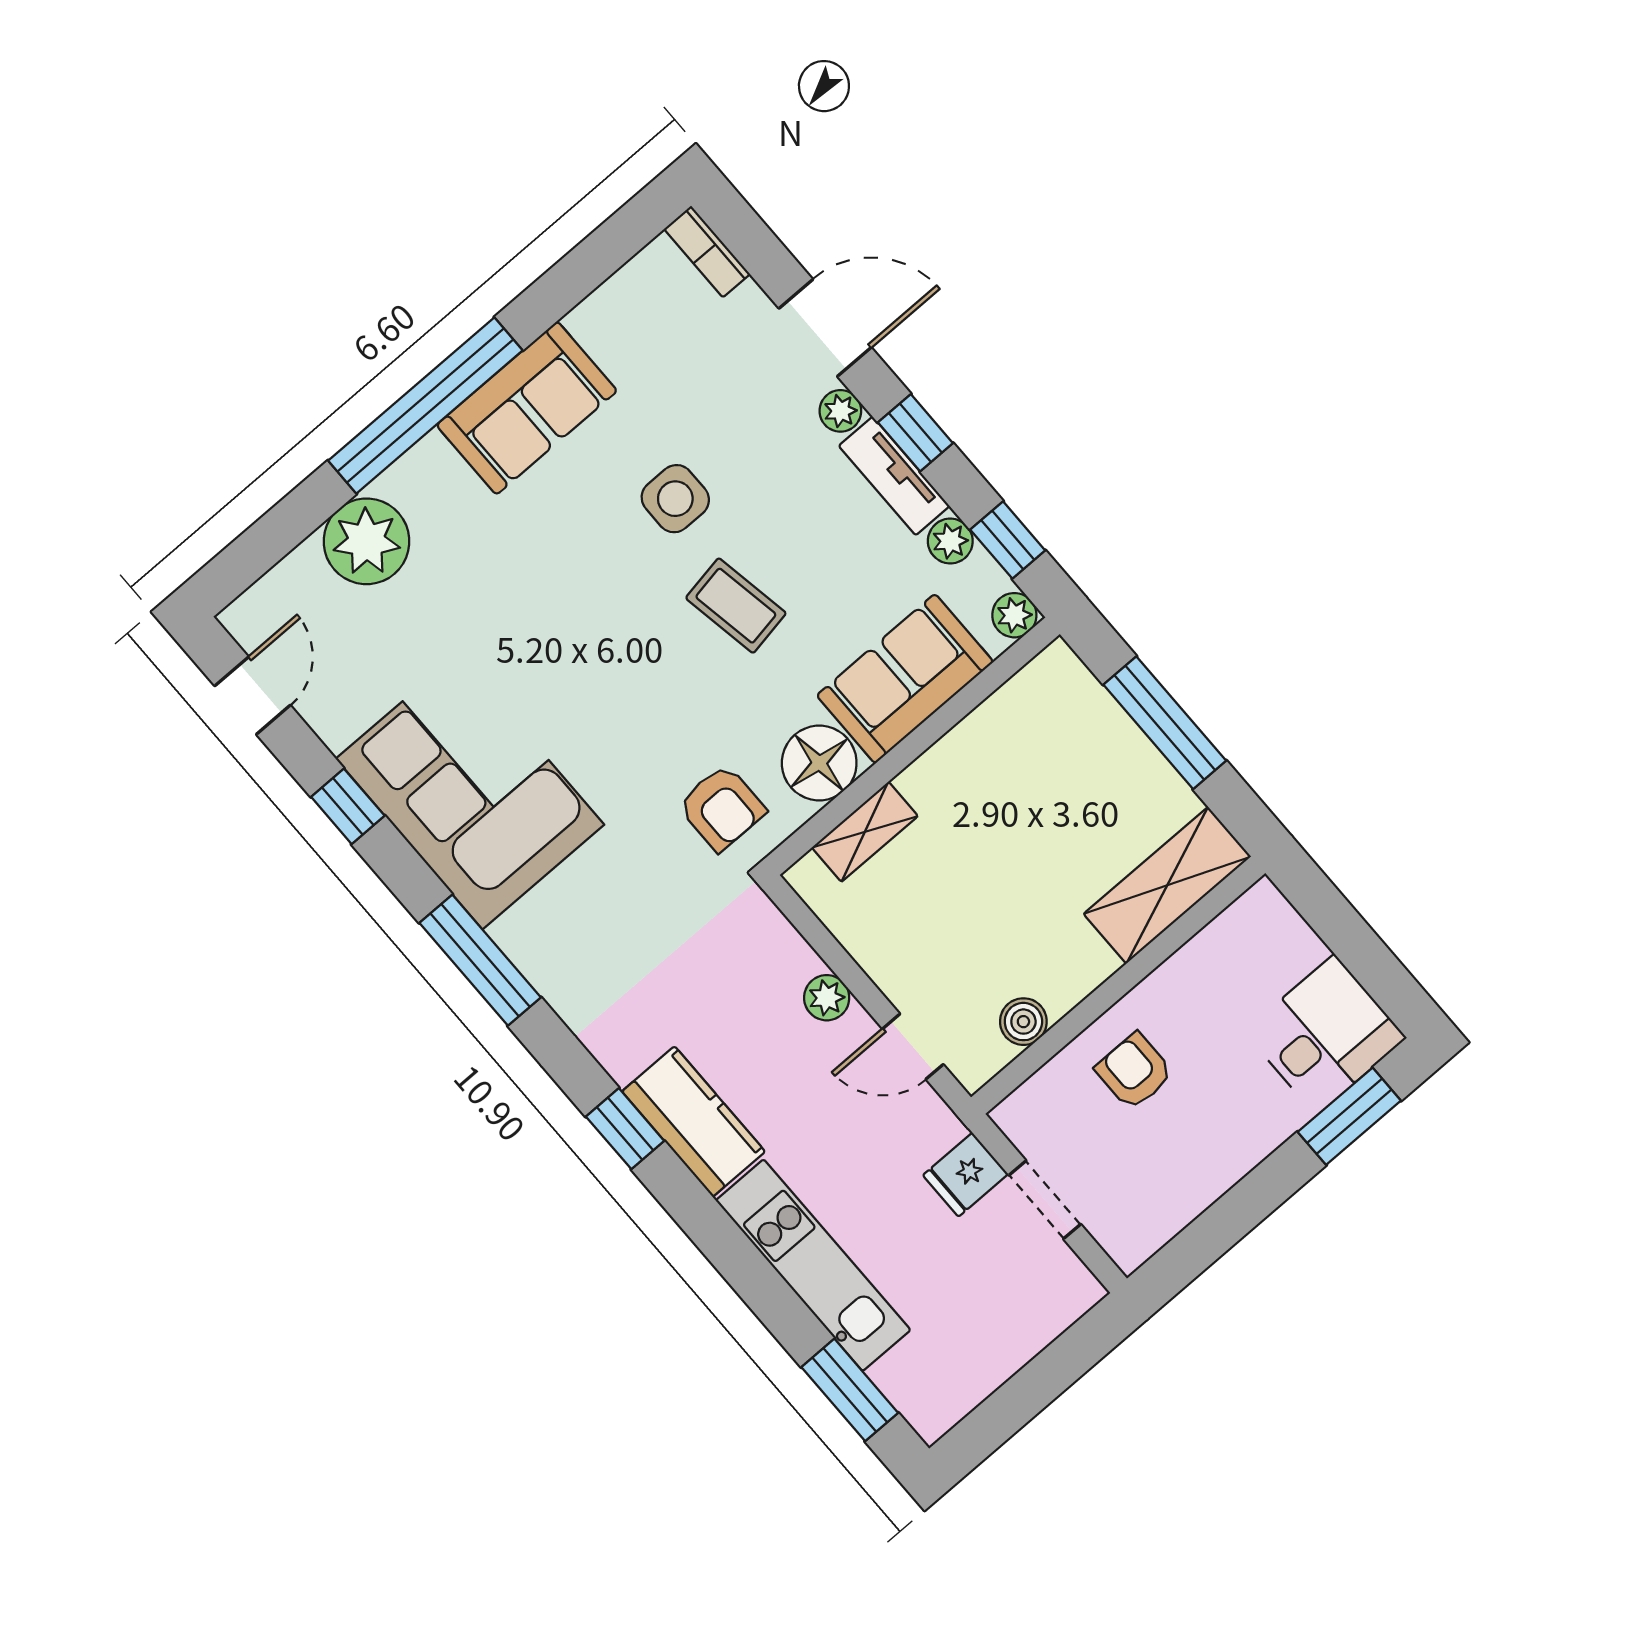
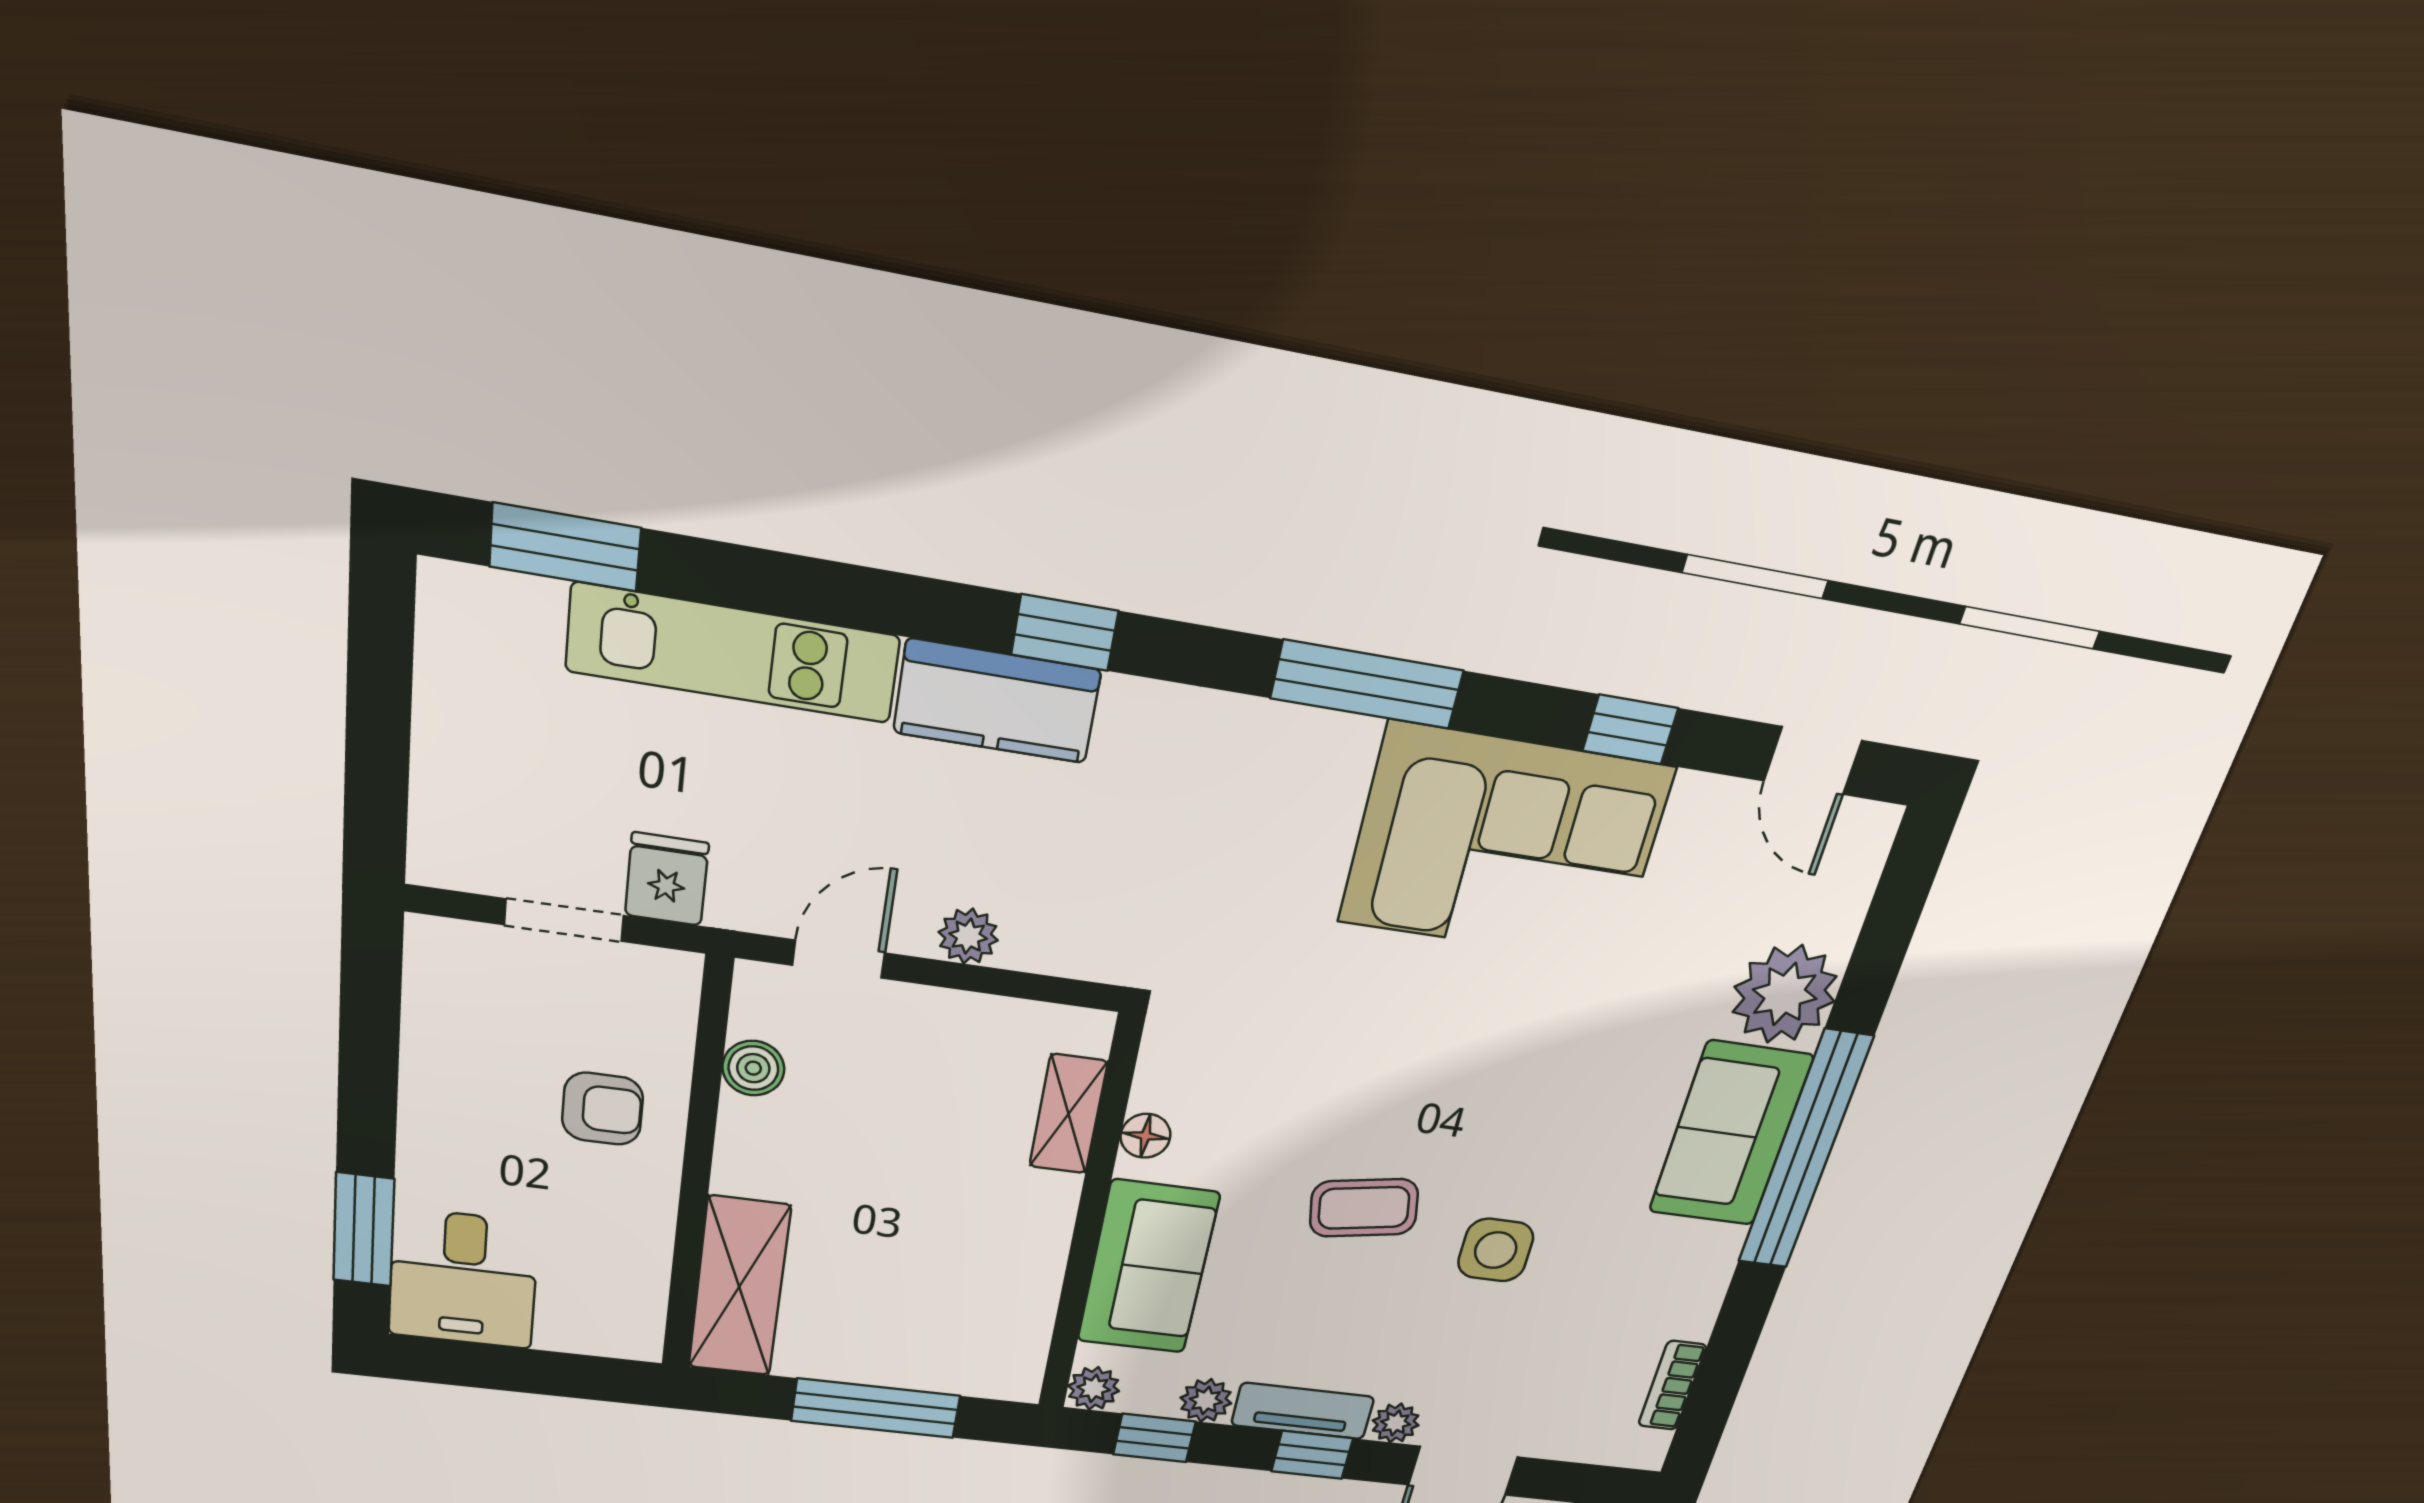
bookcase: (707, 252) -> (1672, 1385), moved, turned -90
sofa: (527, 408) -> (1730, 1134), moved
floor lamp: (819, 763) -> (1145, 1136), width x0.53, depth x0.53
armchair: (722, 808) -> (1230, 1028), removed

